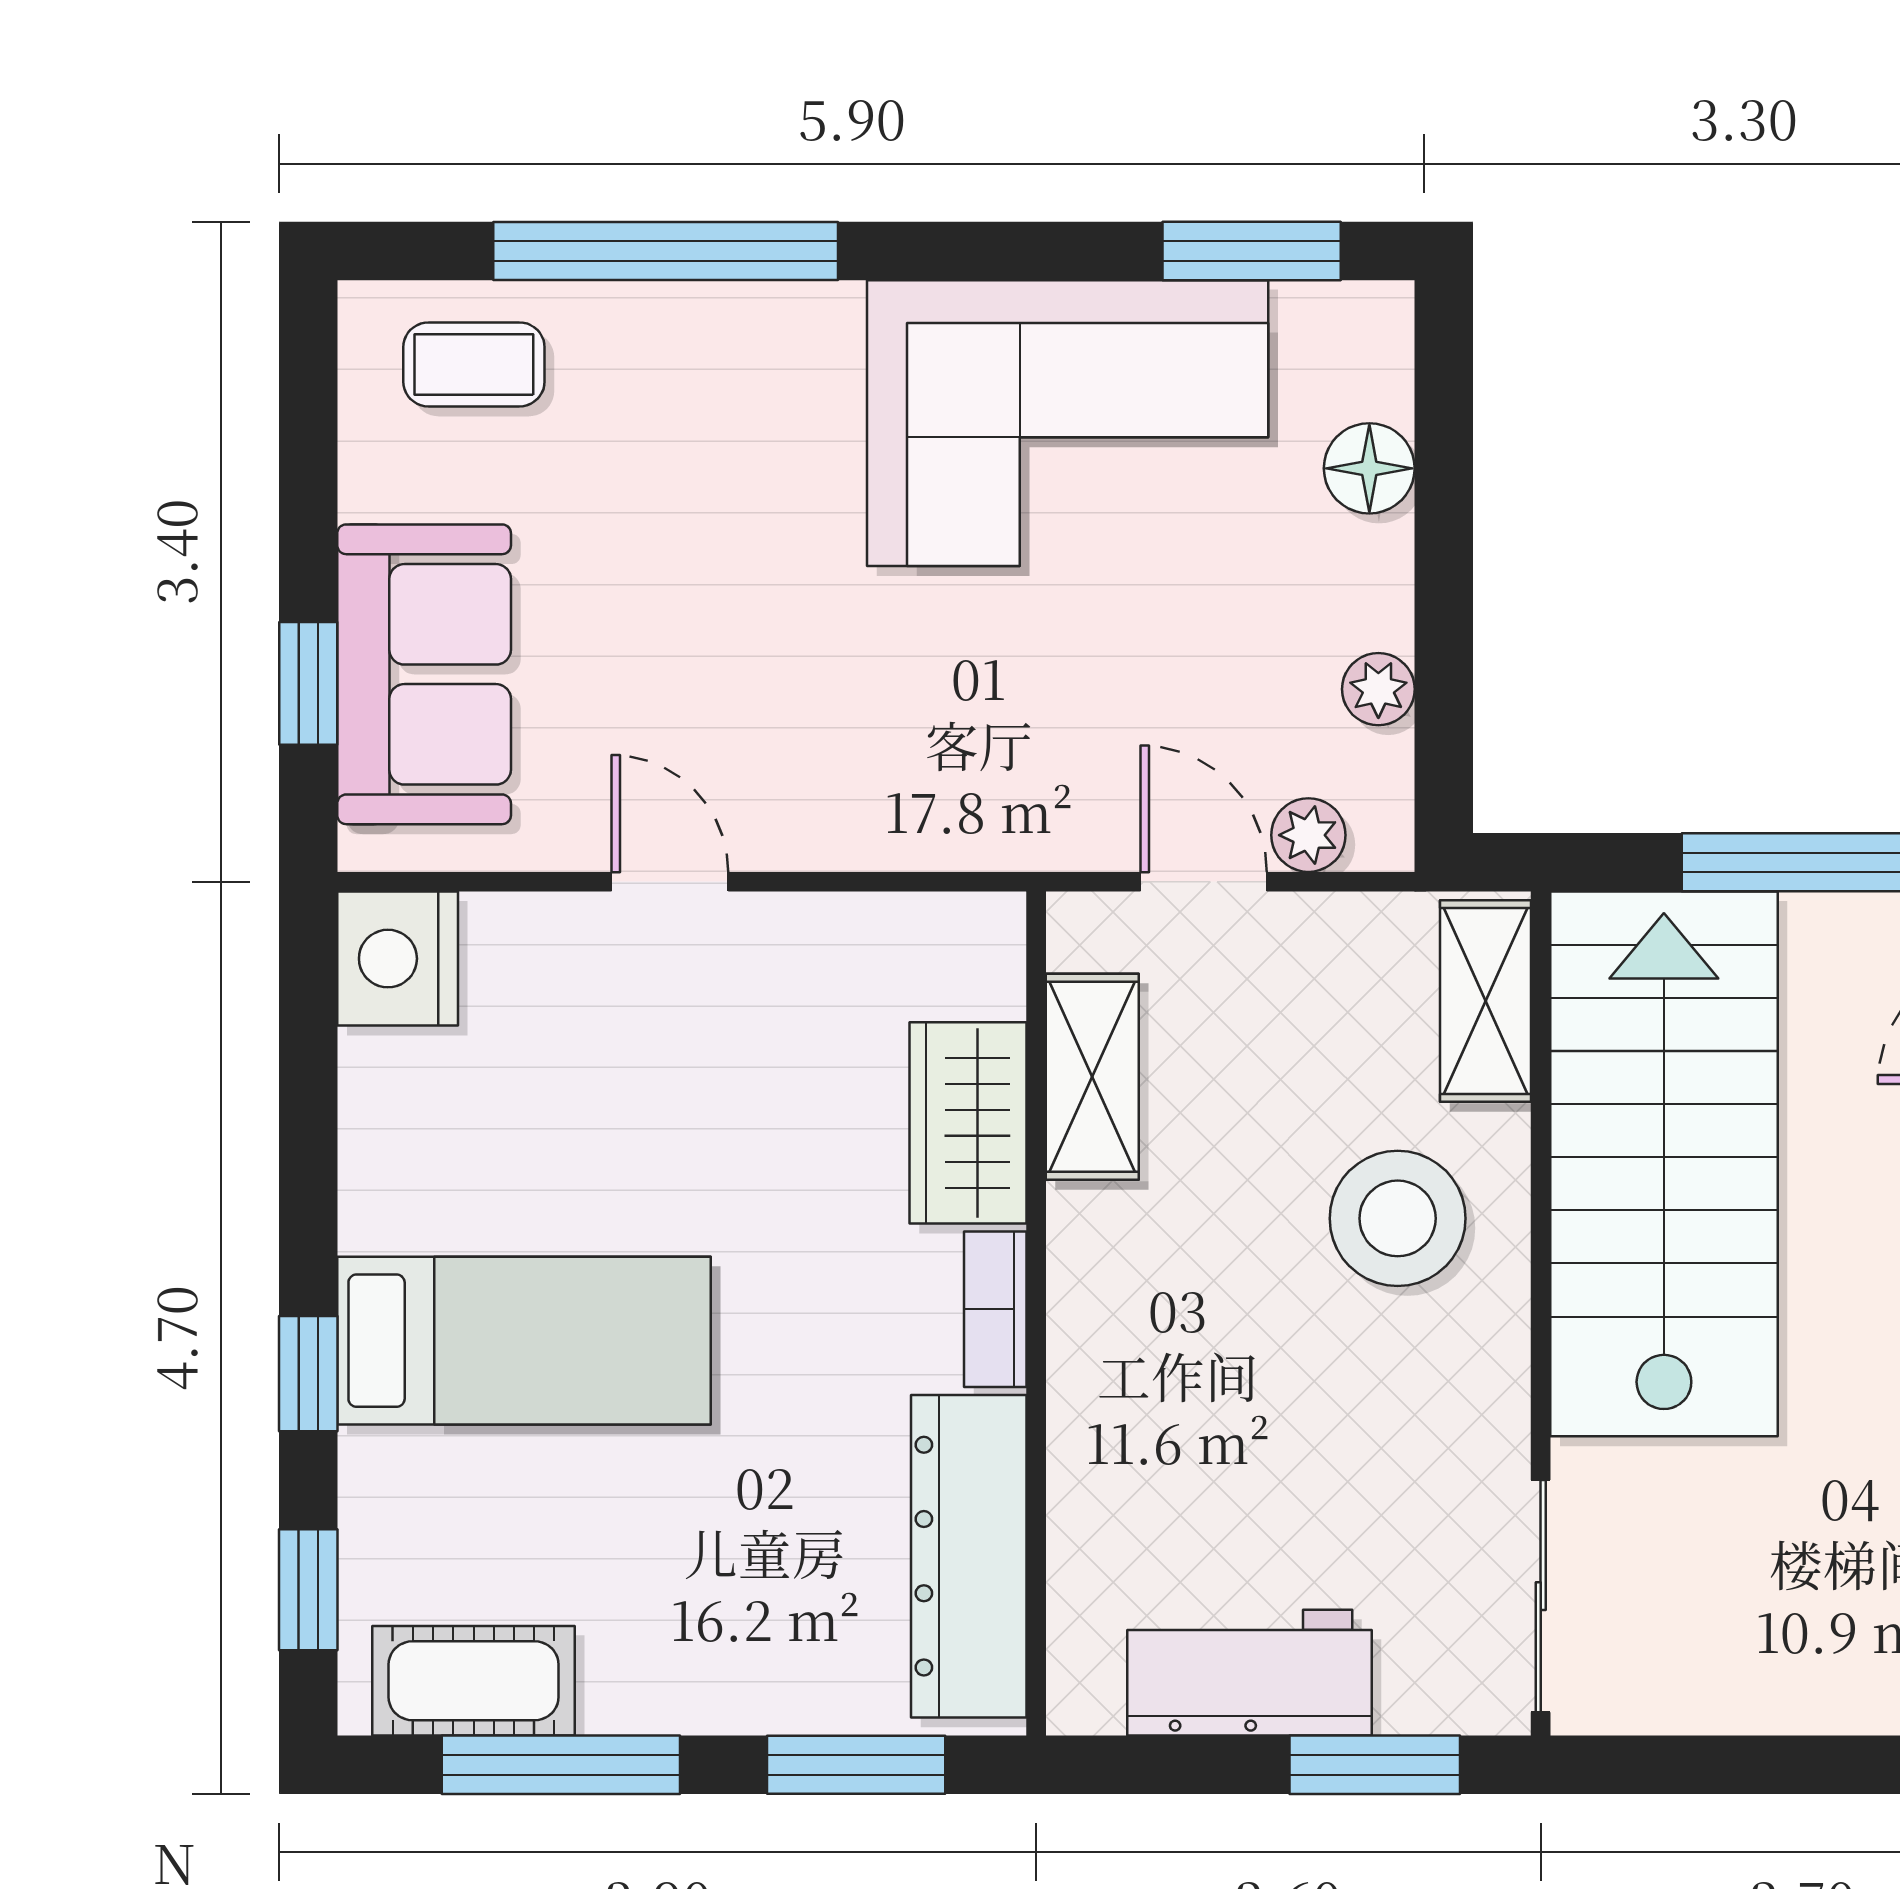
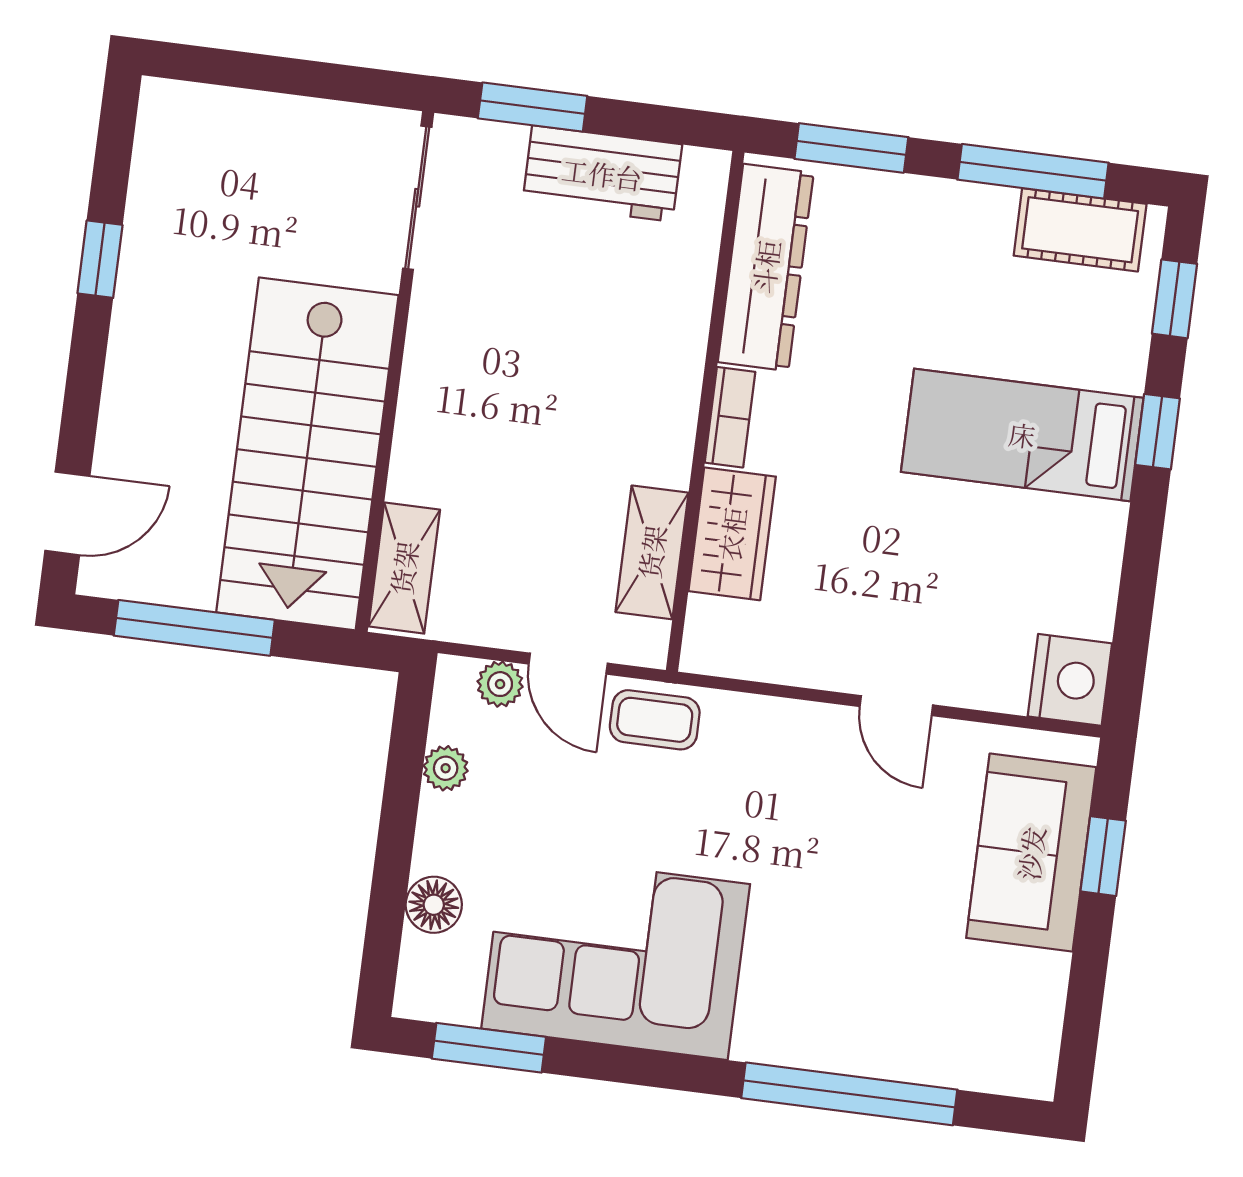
coffee table: (474, 364) -> (655, 720), moved
stool: (1398, 1218) -> (475, 441), removed

